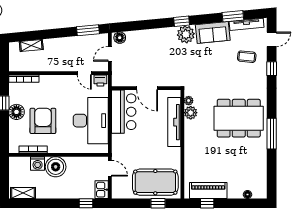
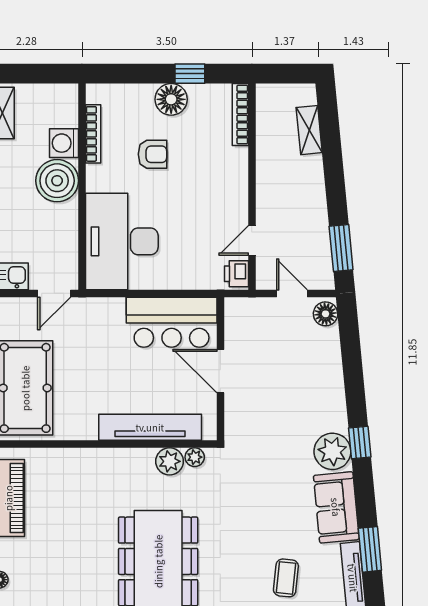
door: (147, 88) -> (220, 371), hinge flipped
armchair: (43, 121) -> (152, 154), width x0.53, depth x0.53
desk: (91, 121) -> (122, 241), moved, turned 90

